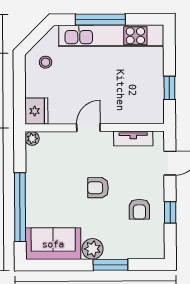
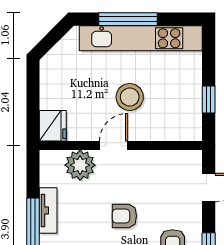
stool: (46, 62) -> (130, 97), moved, width x1.89, depth x1.89
tv unit: (133, 138) -> (48, 210), moved, turned -90
plant: (32, 139) -> (80, 165), moved, width x1.87, depth x1.87

